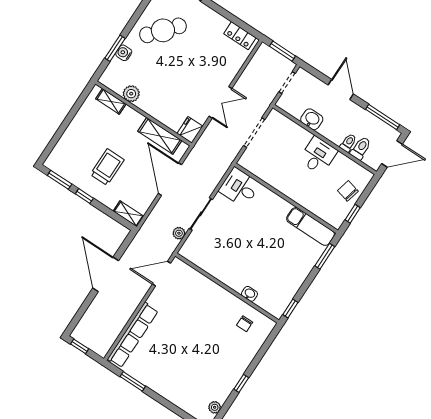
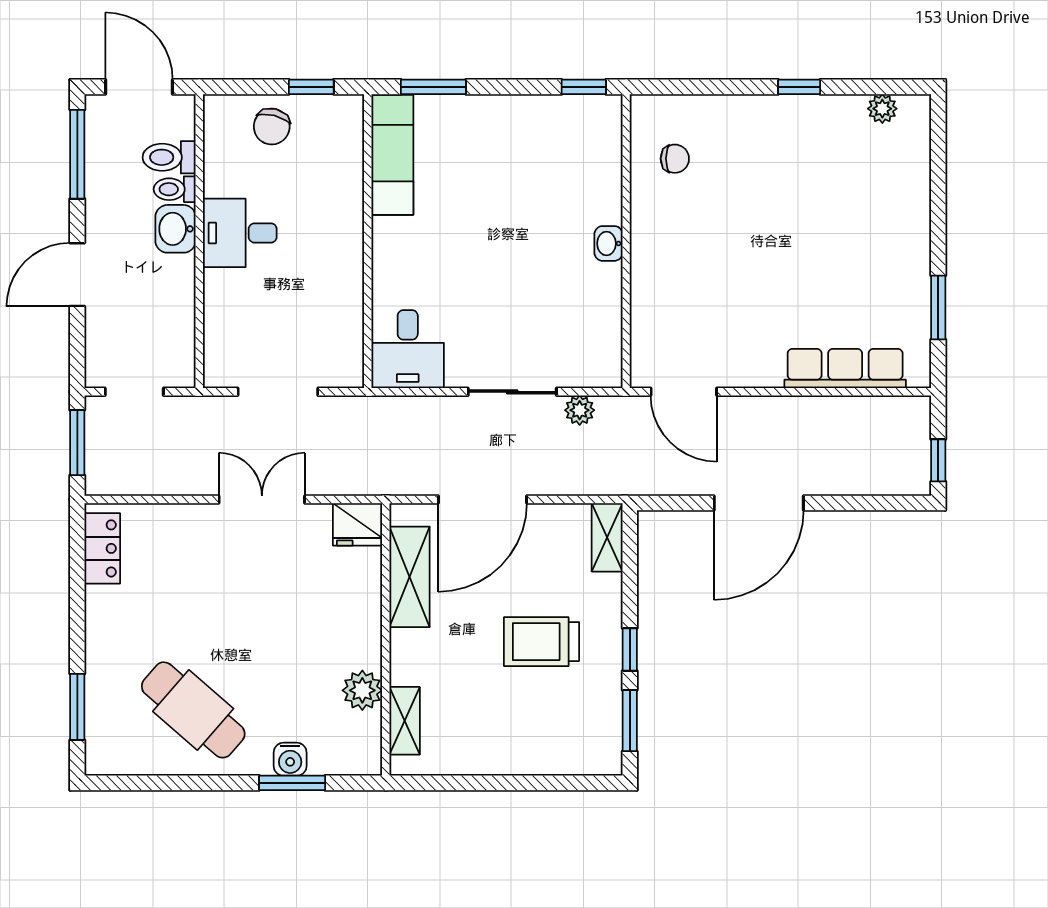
washbasin: (312, 119) -> (175, 229), moved
washbasin: (249, 294) -> (608, 243), moved
row of seats: (133, 335) -> (845, 369), width x0.73

